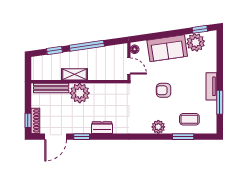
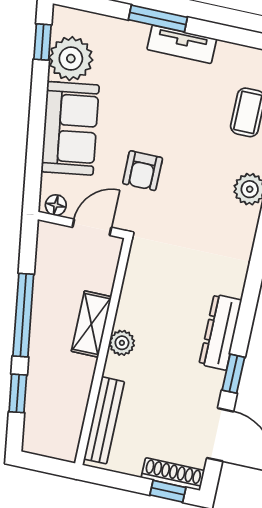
shelving: (75, 74) -> (91, 324), moved
armchair: (164, 90) -> (143, 171), moved
plant: (80, 93) -> (122, 343), width x0.53, depth x0.53
window: (220, 102) -> (158, 19), moved
dresser: (102, 128) -> (220, 332), width x1.44

